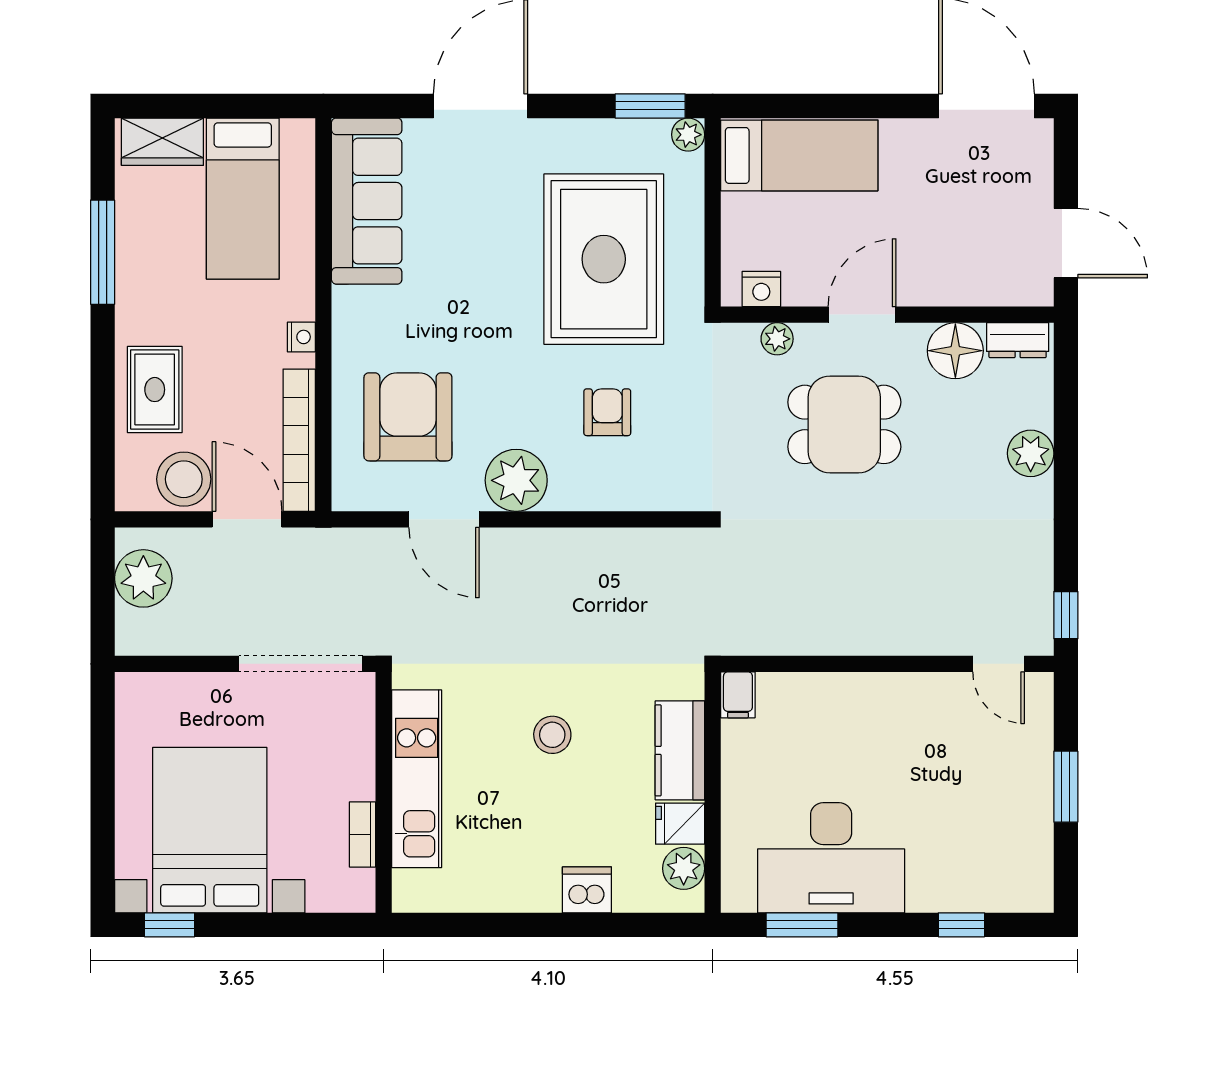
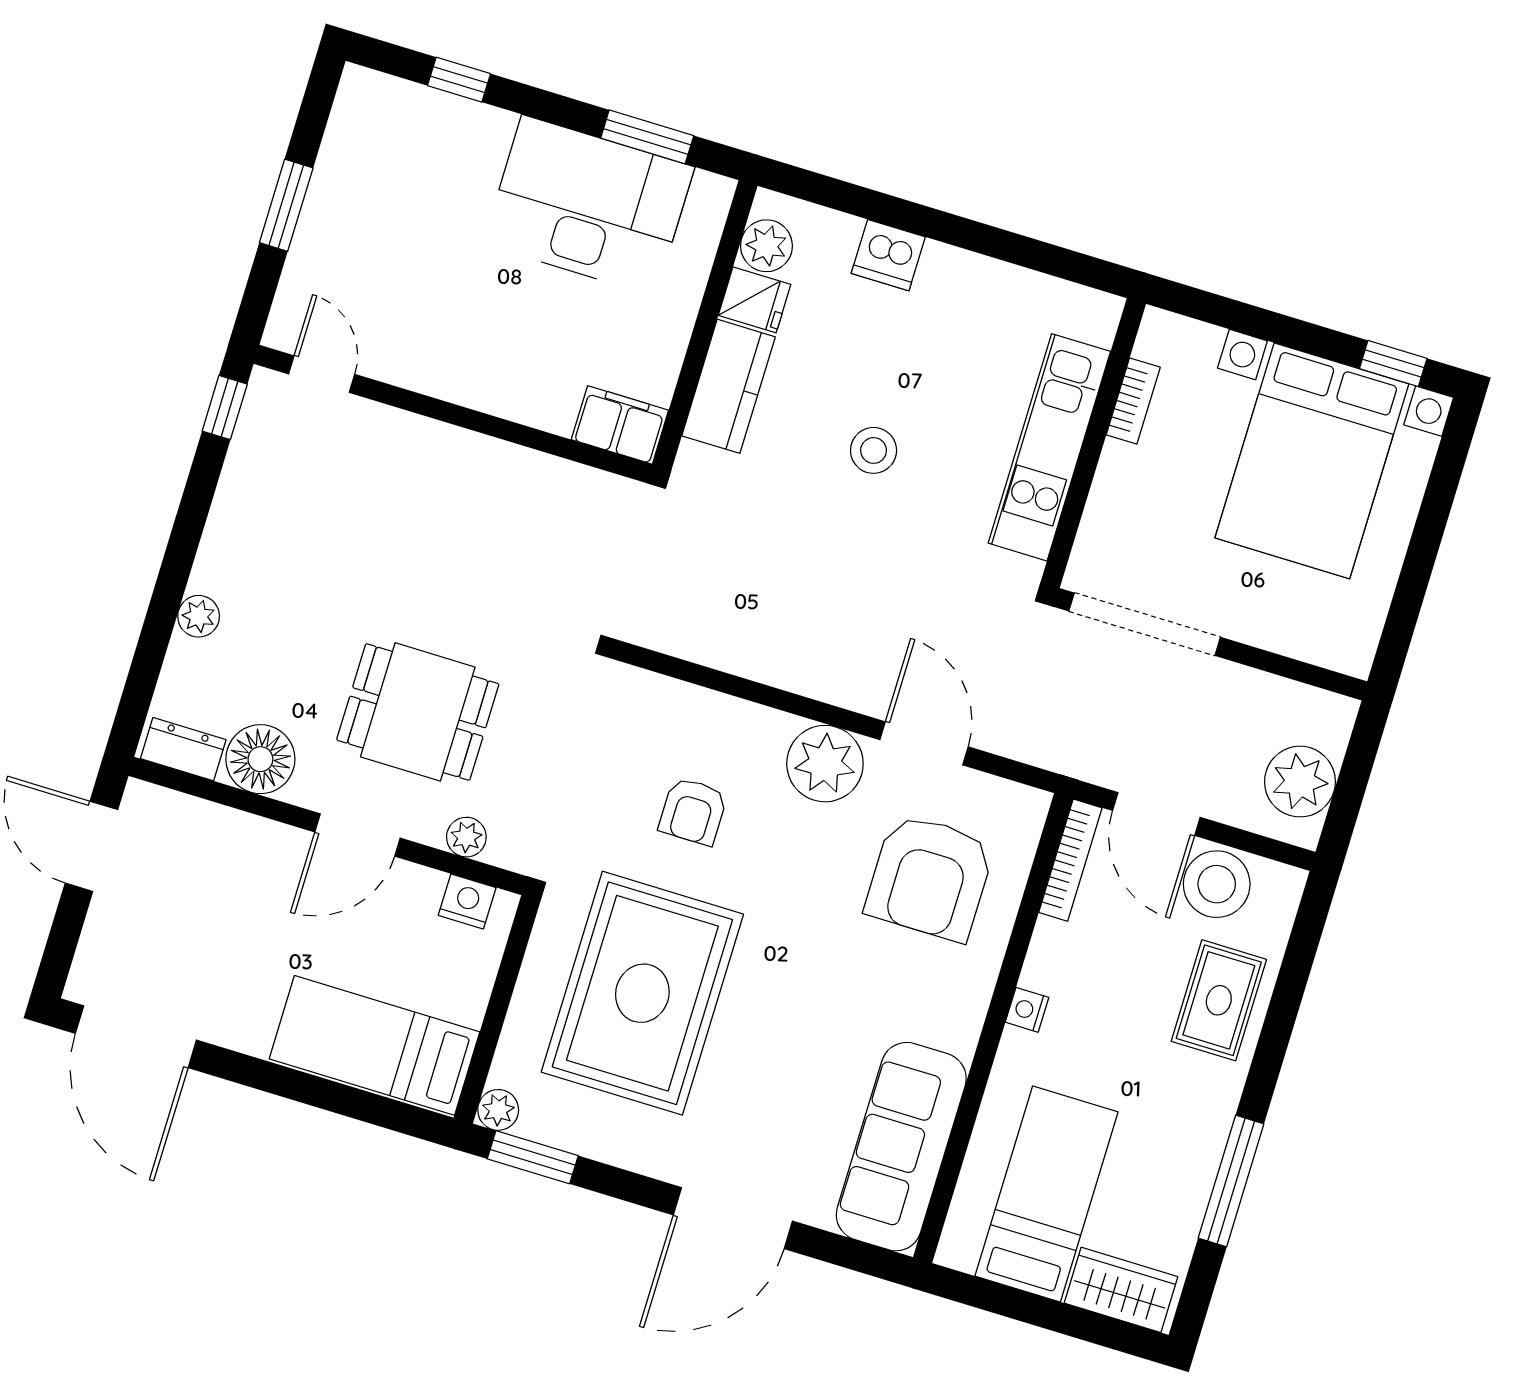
bookcase: (299, 440) -> (1070, 860), width x0.68, depth x0.76
plant: (1031, 453) -> (199, 616), width x0.73, depth x0.73
filing cabinet: (738, 695) -> (620, 425), width x2.00

